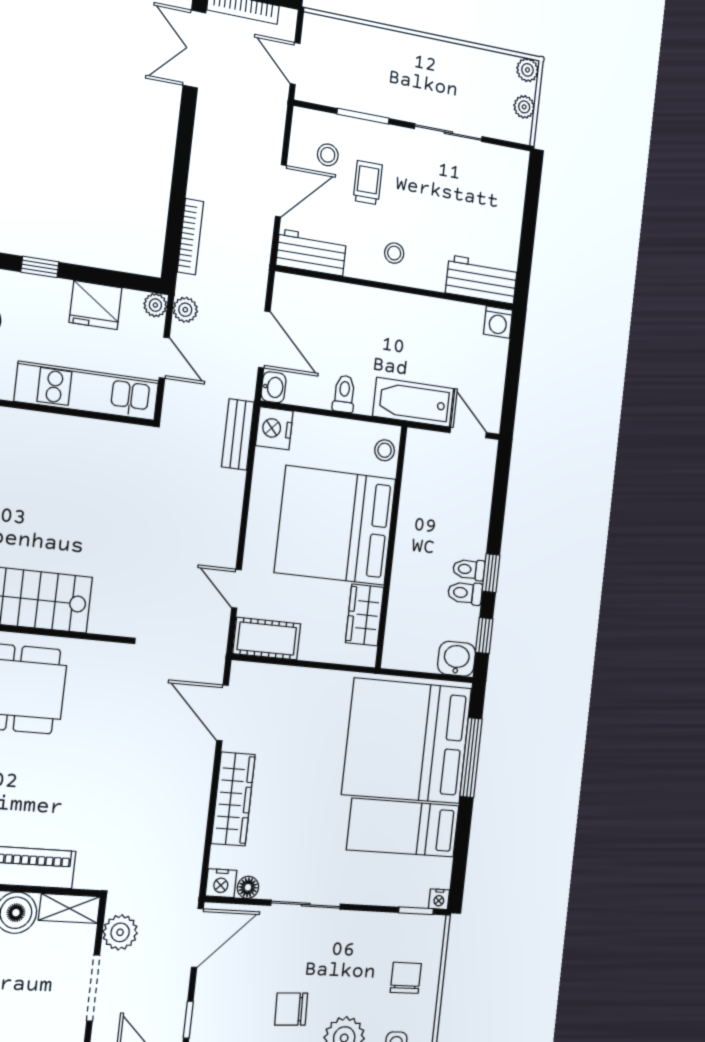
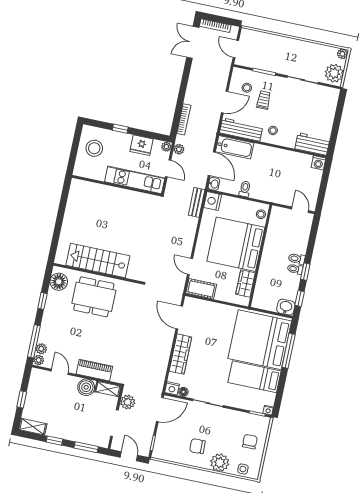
plant: (524, 107) -> (334, 73), width x1.88, depth x1.88
workbench: (311, 253) -> (241, 130), width x1.38
bathtub: (413, 402) -> (235, 147), moved, turned 180
toilet: (465, 593) -> (297, 259), moved

